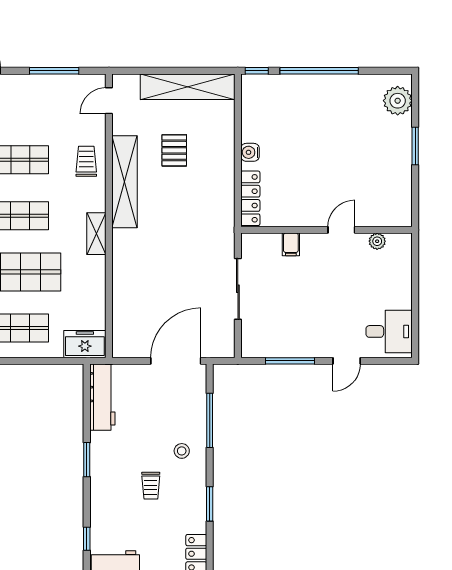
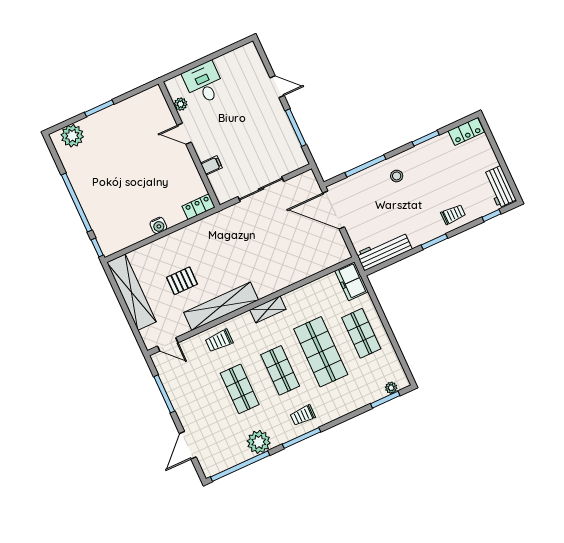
locker: (250, 198) -> (199, 207), width x0.66
desk: (389, 331) -> (204, 83), moved
trolley: (151, 486) -> (453, 214), moved

